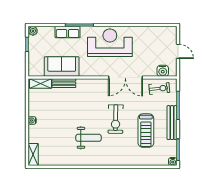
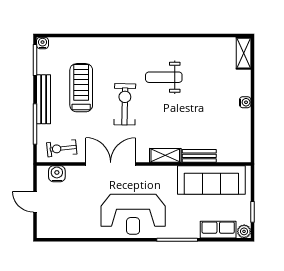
row of seats: (68, 32) -> (218, 230), moved
sofa: (62, 66) -> (211, 180), width x1.36
shelving: (40, 84) -> (165, 155), moved

